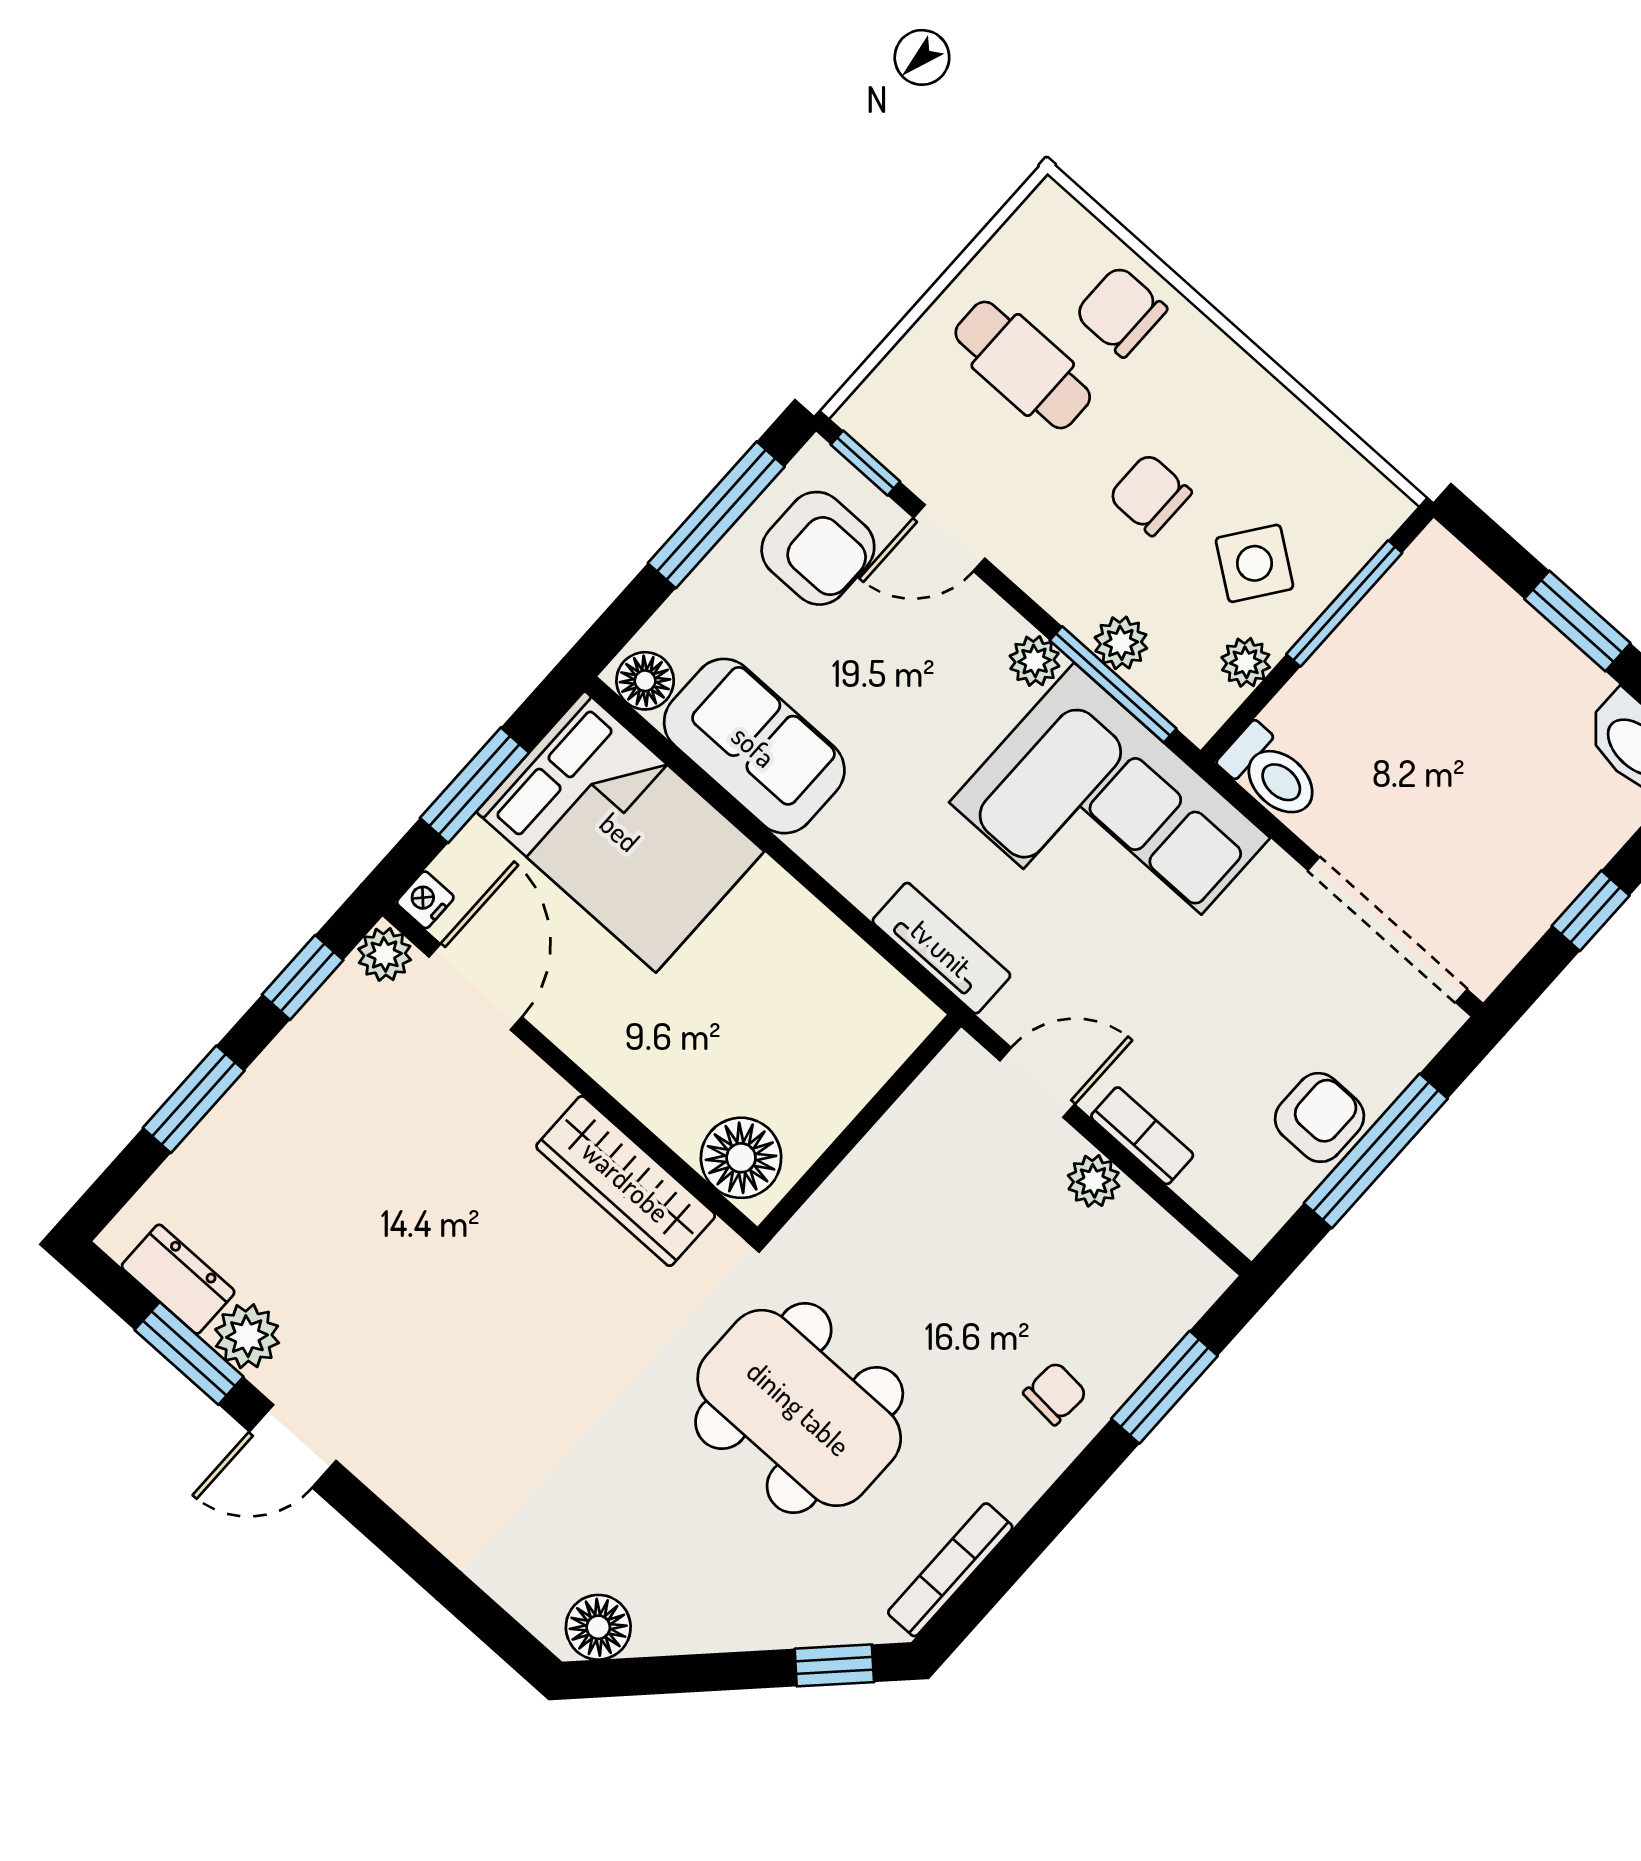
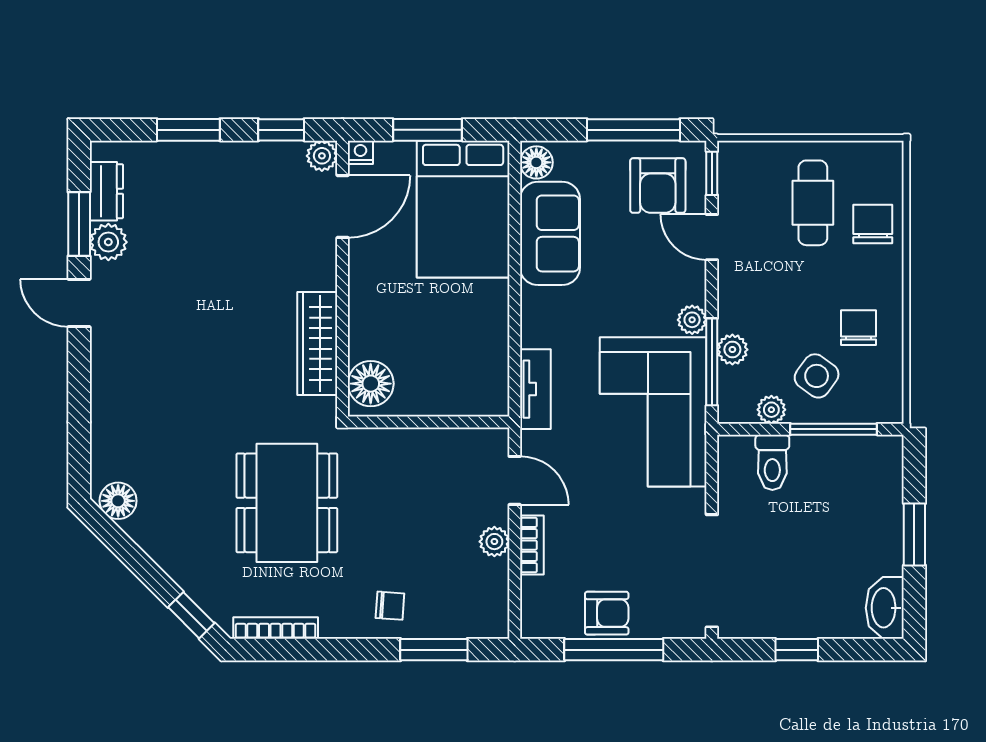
chair: (1150, 494) -> (858, 328), moved
toilet: (1271, 773) -> (772, 462), moved

